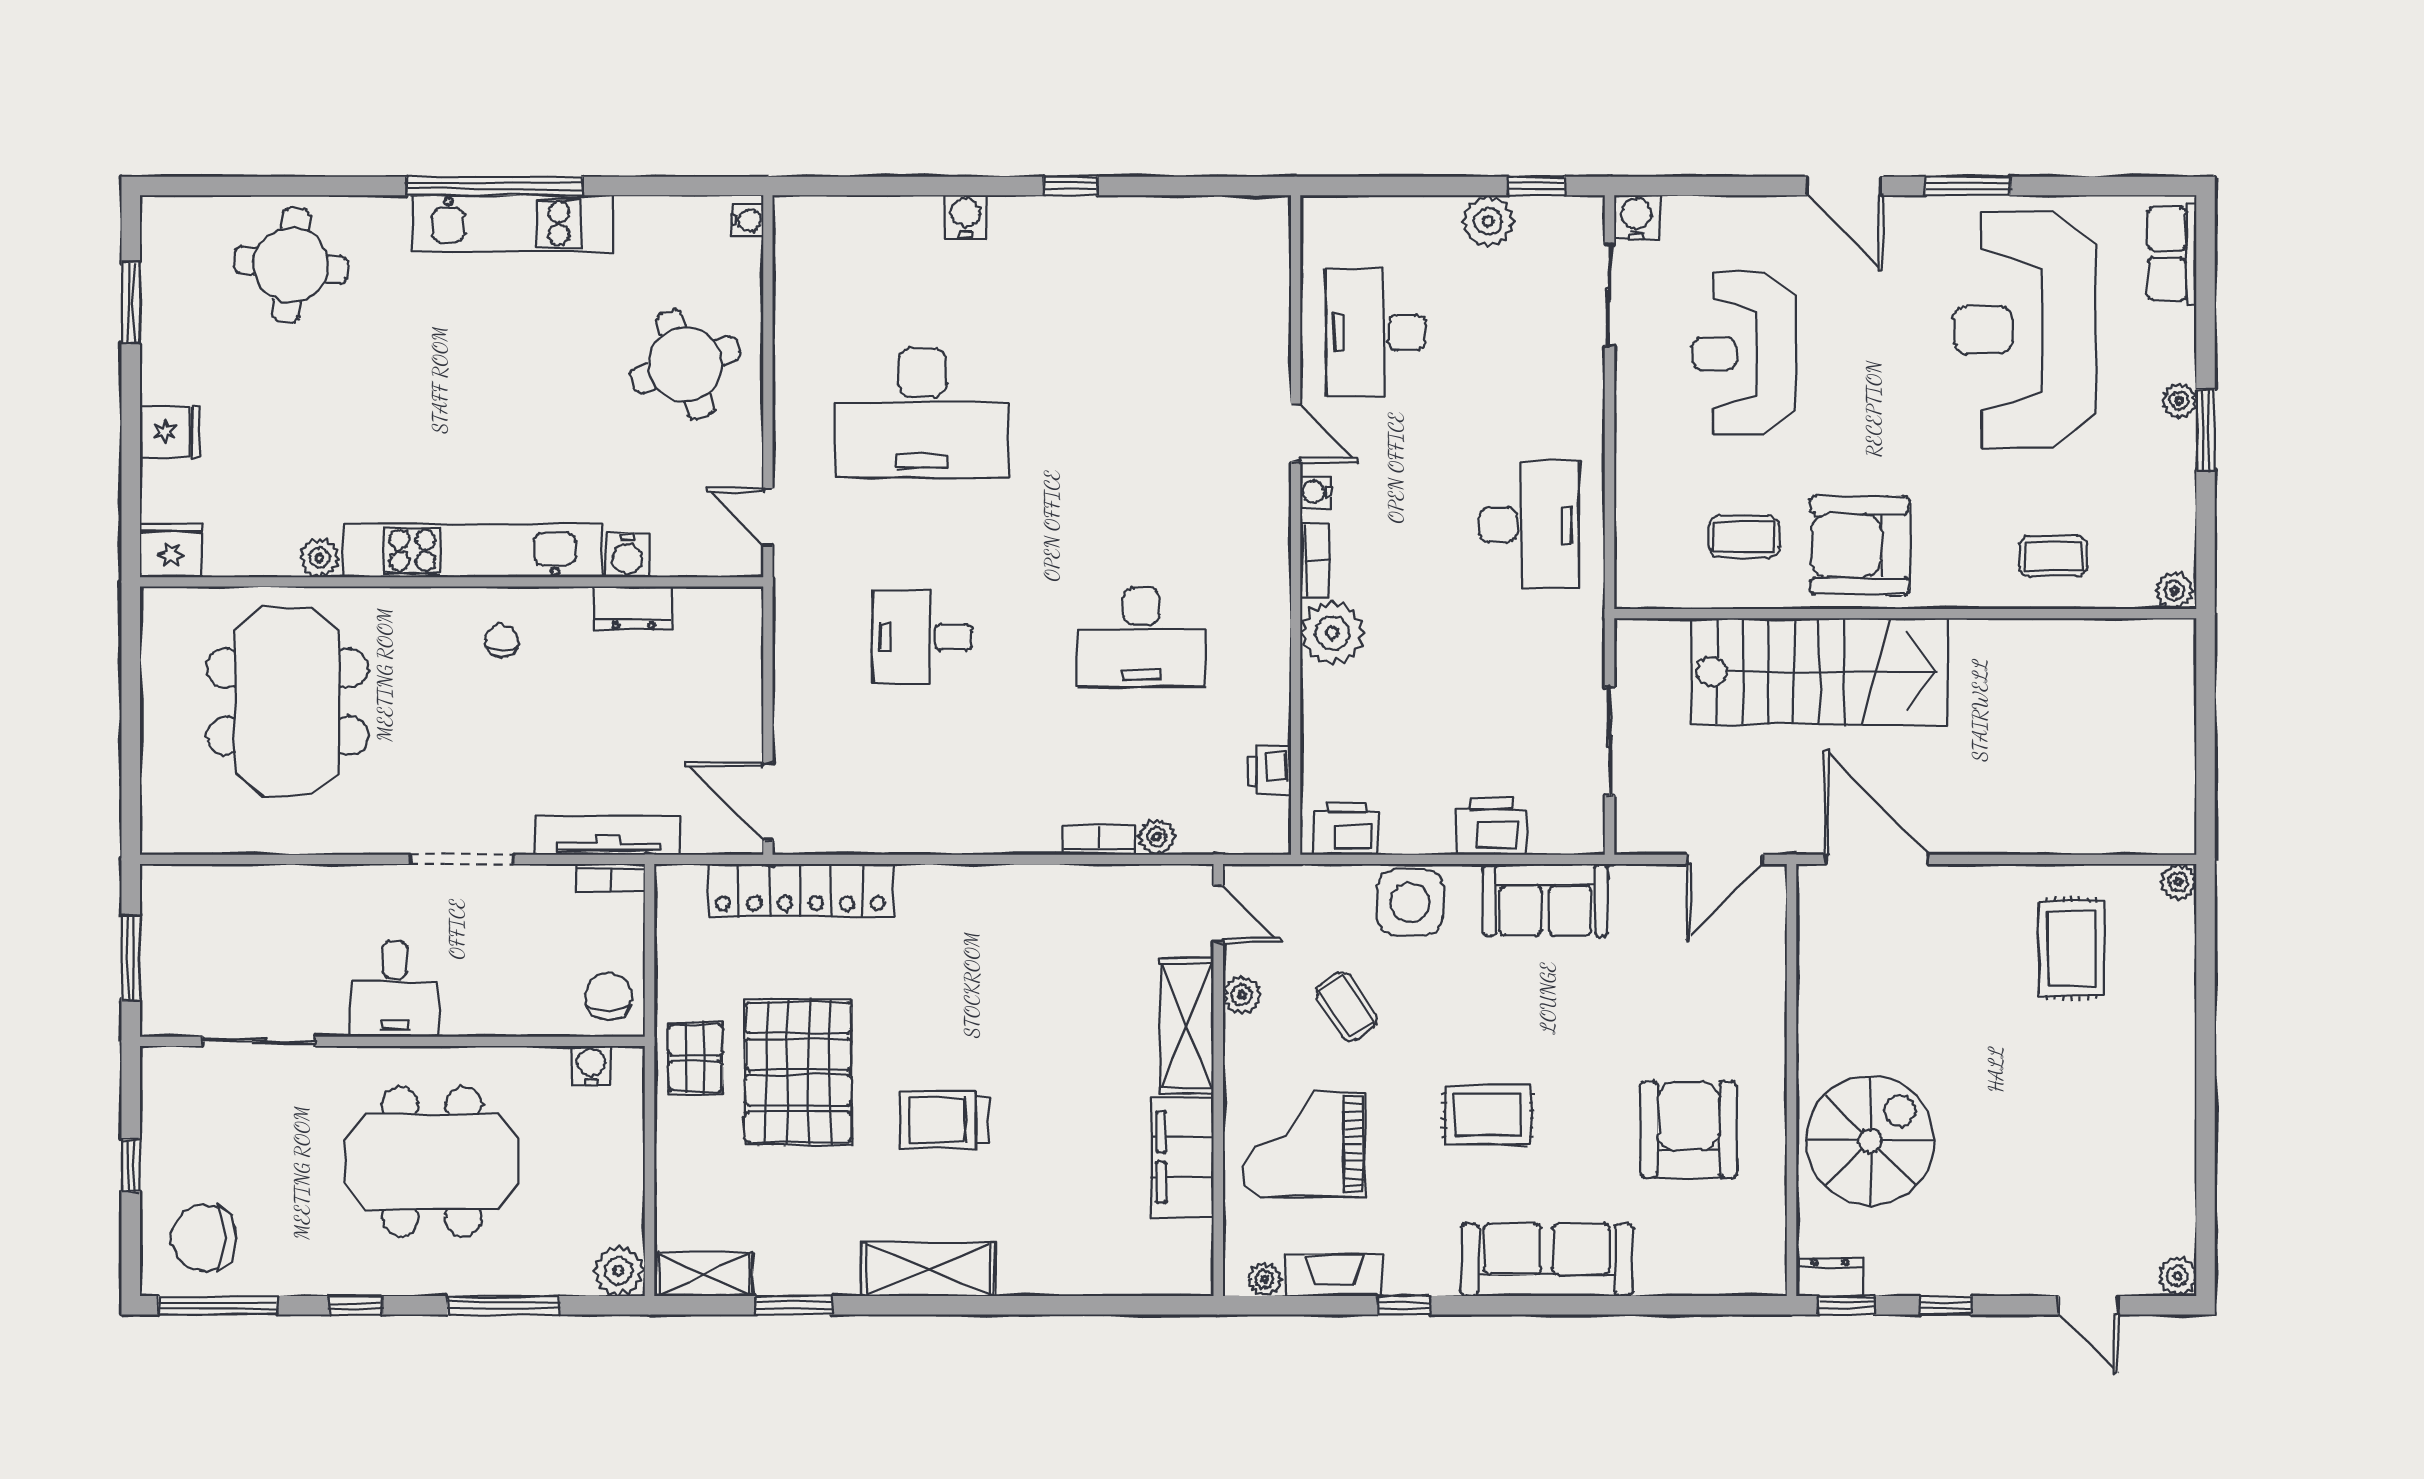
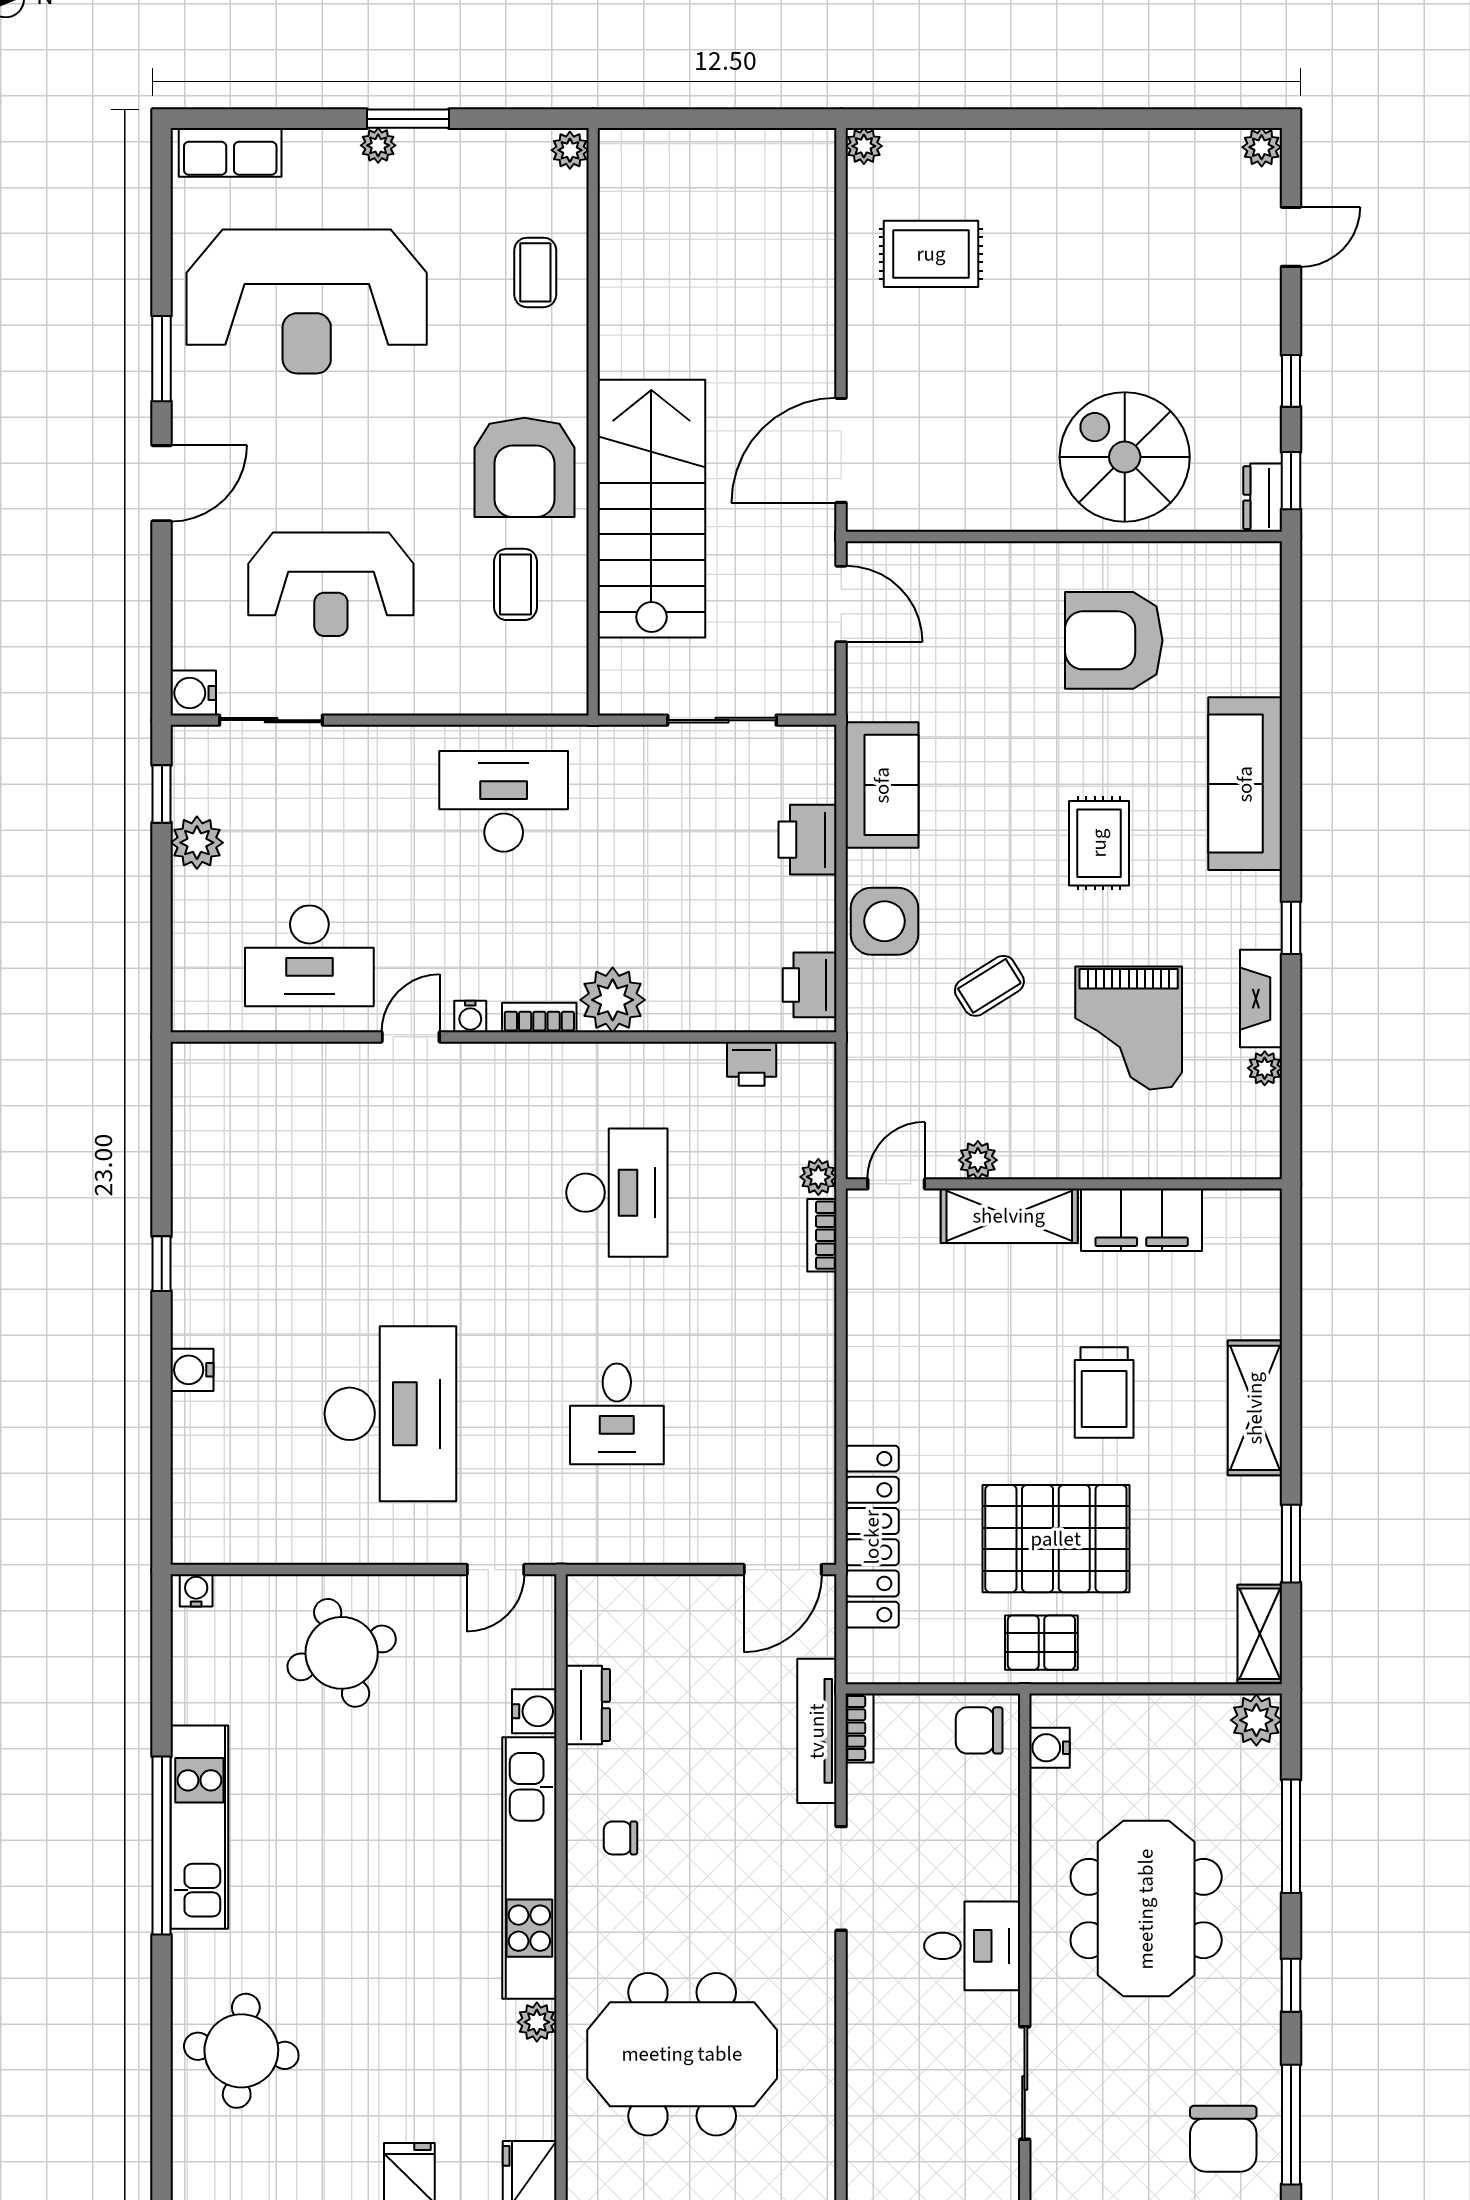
door: (1218, 914) -> (896, 1184), moved
plant: (1242, 995) -> (978, 1160), moved
shelving: (1187, 1026) -> (1009, 1216), moved
wall: (1218, 1080) -> (1064, 1184), moved
filing cabinet: (1183, 1157) -> (1142, 1220), moved

